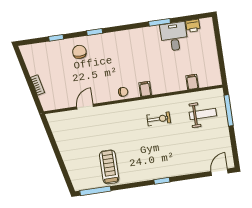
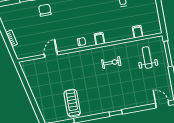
weight bench: (203, 114) -> (147, 57), turned -90
door: (219, 172) -> (162, 104), hinge flipped

